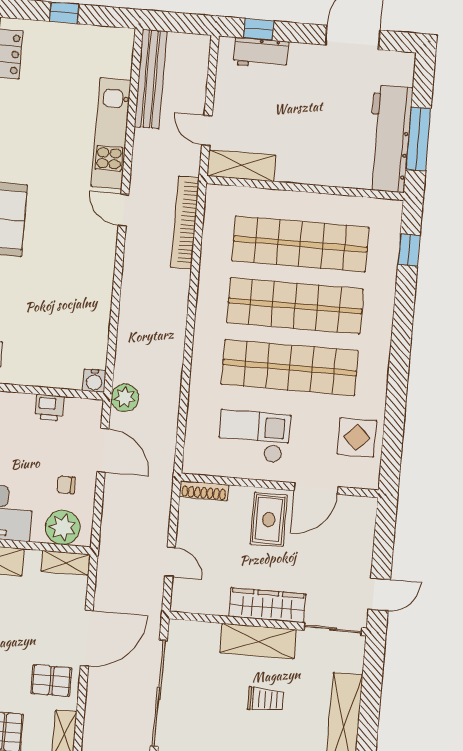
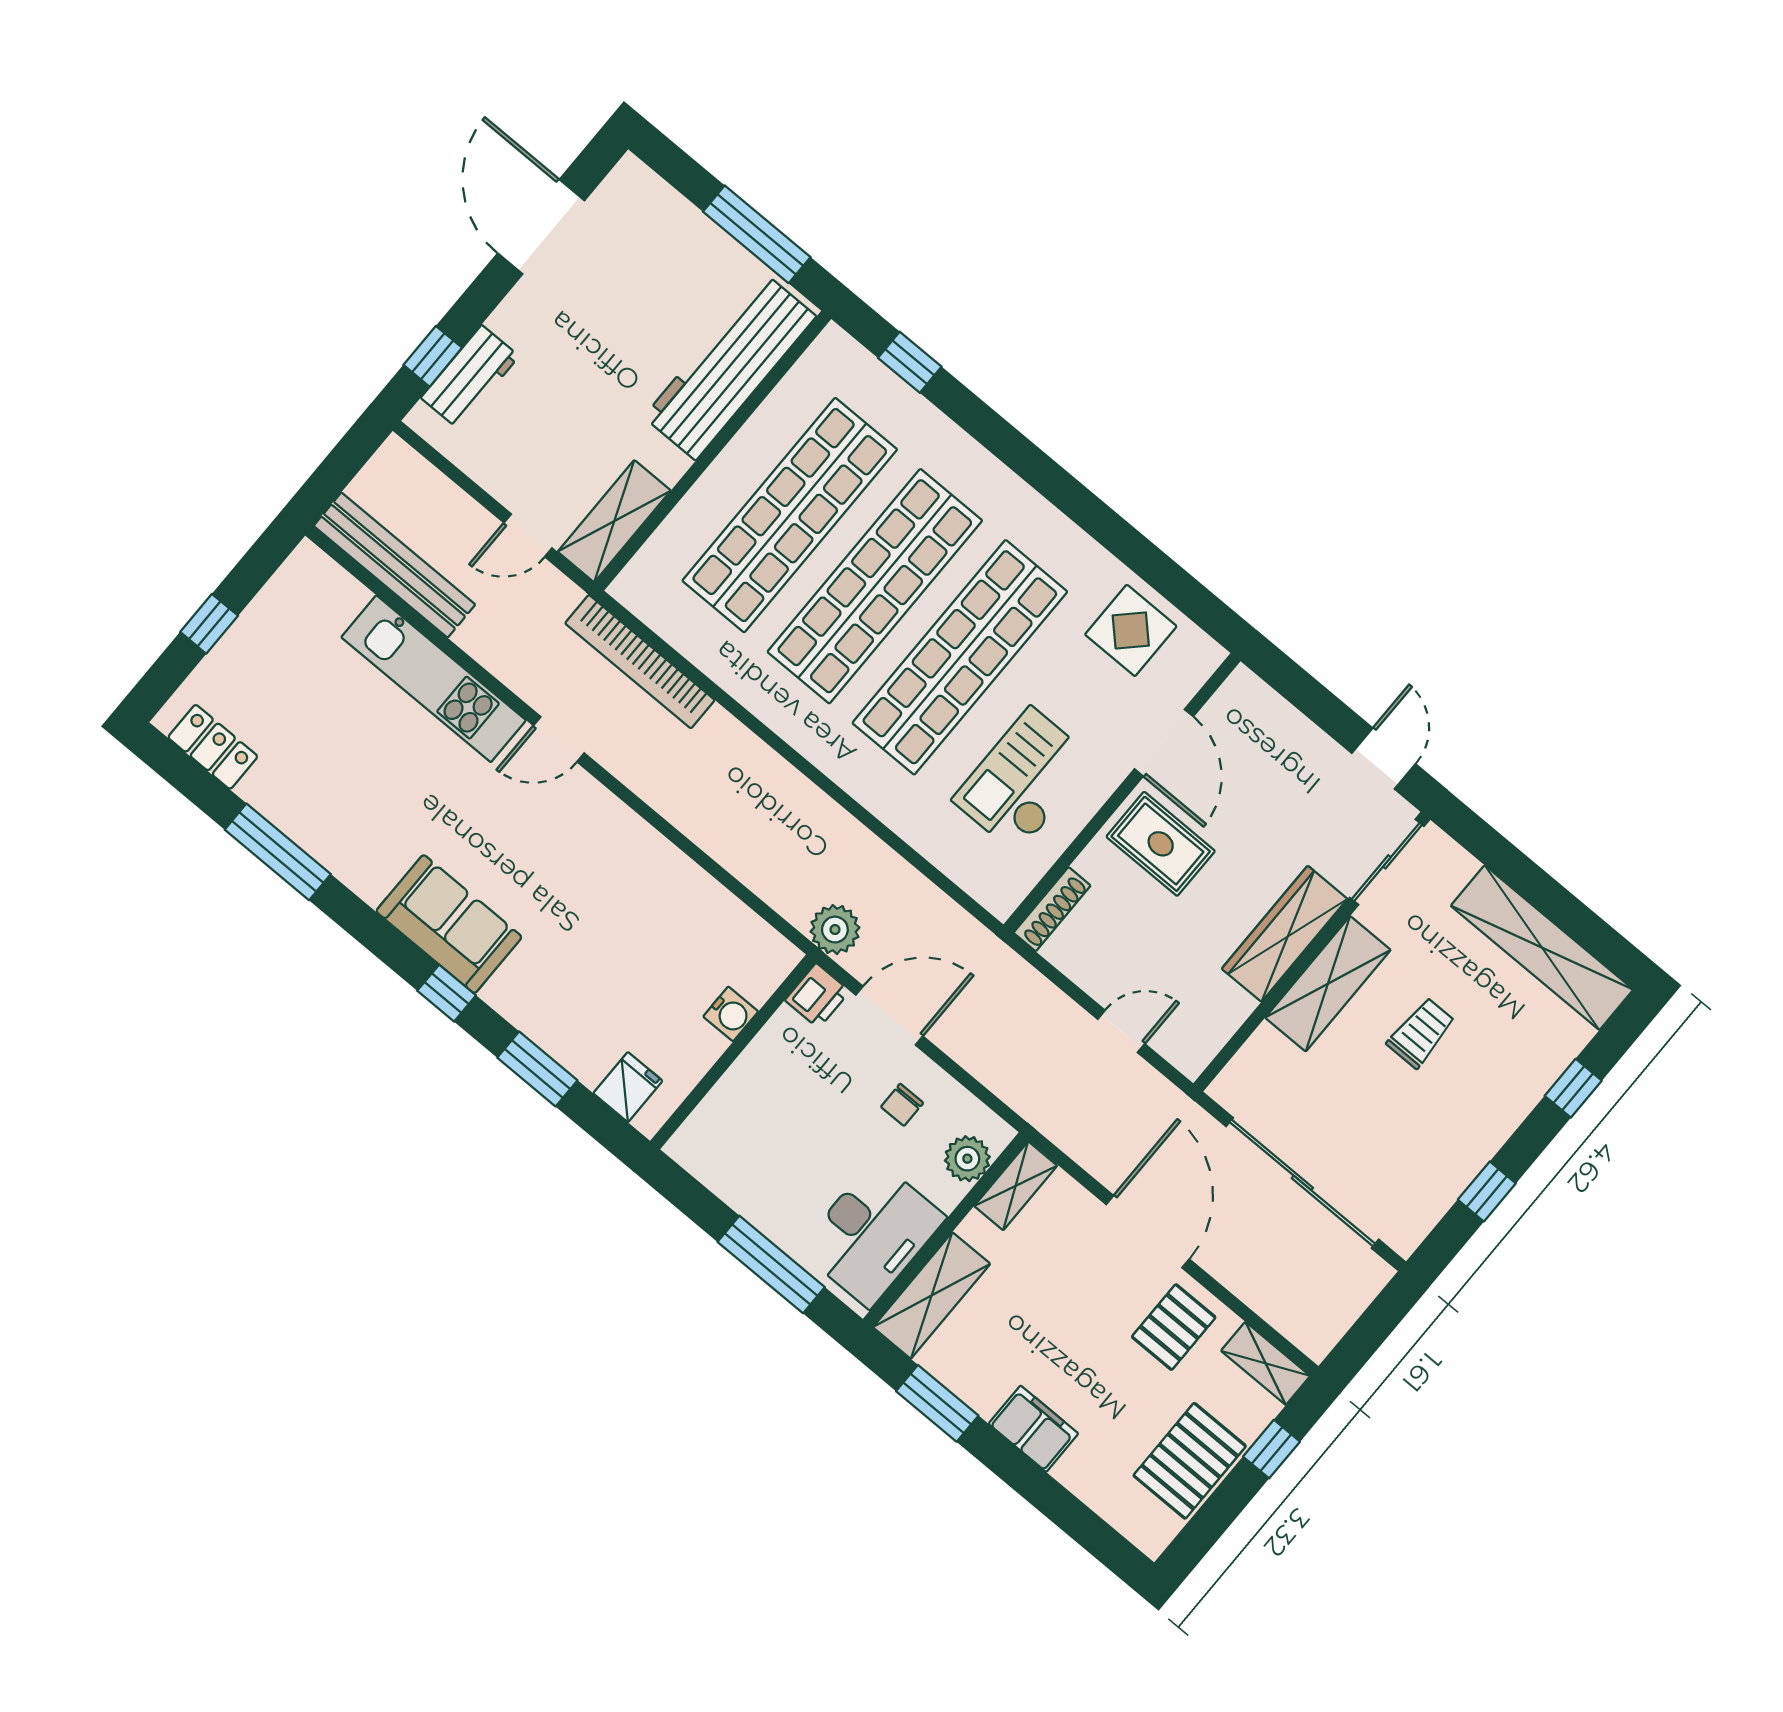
workbench: (390, 139) -> (730, 367), moved, turned 90
water cooler: (94, 381) -> (731, 1014), moved
printer: (50, 408) -> (817, 996), moved
plant: (63, 527) -> (967, 1159), width x0.73, depth x0.73

